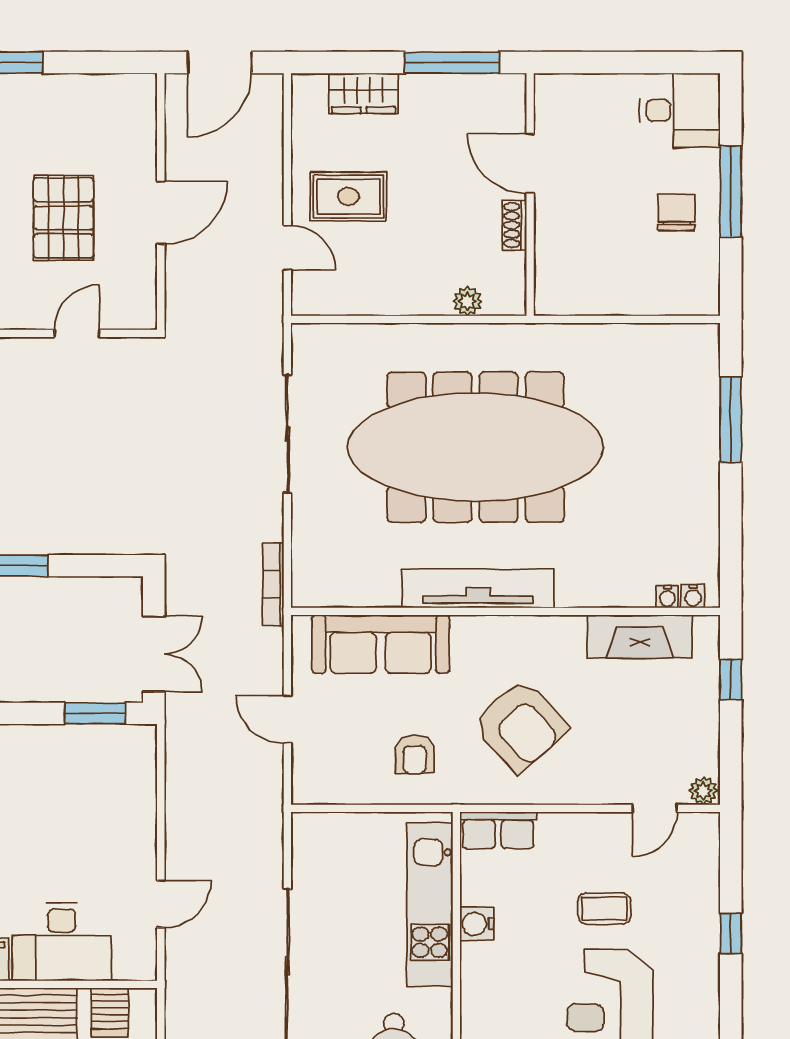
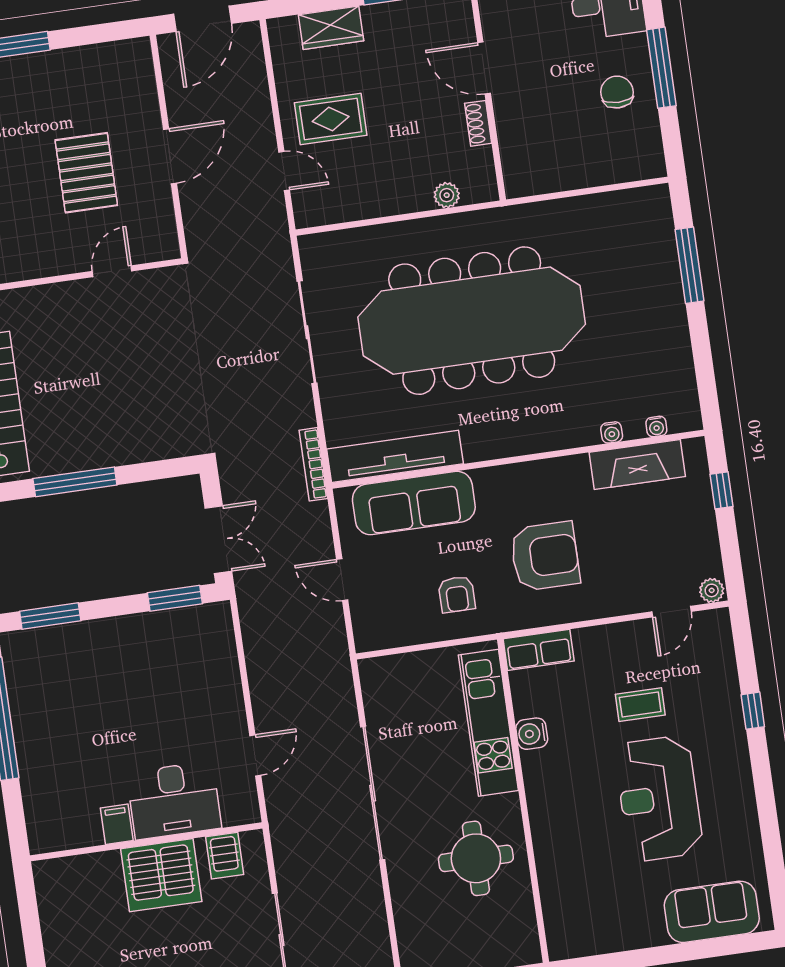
tv unit: (478, 588) -> (395, 456), moved
water cooler: (693, 596) -> (612, 432), moved
armchair: (520, 725) -> (545, 556), turned -48

